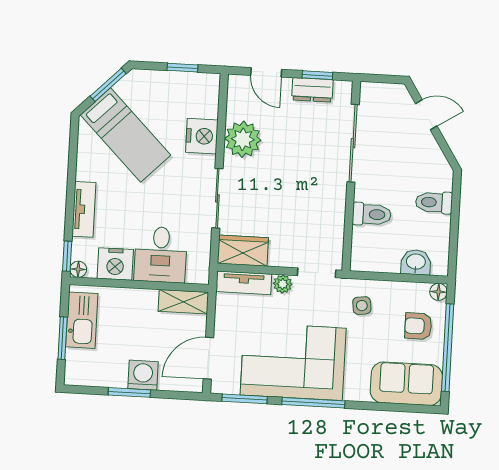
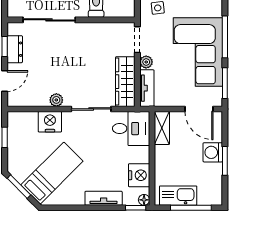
plant: (243, 139) -> (56, 100), width x0.53, depth x0.53
wardrobe: (243, 251) -> (125, 82), width x1.50
desk: (161, 255) -> (131, 129), moved
window: (63, 338) -> (191, 208), width x1.44

